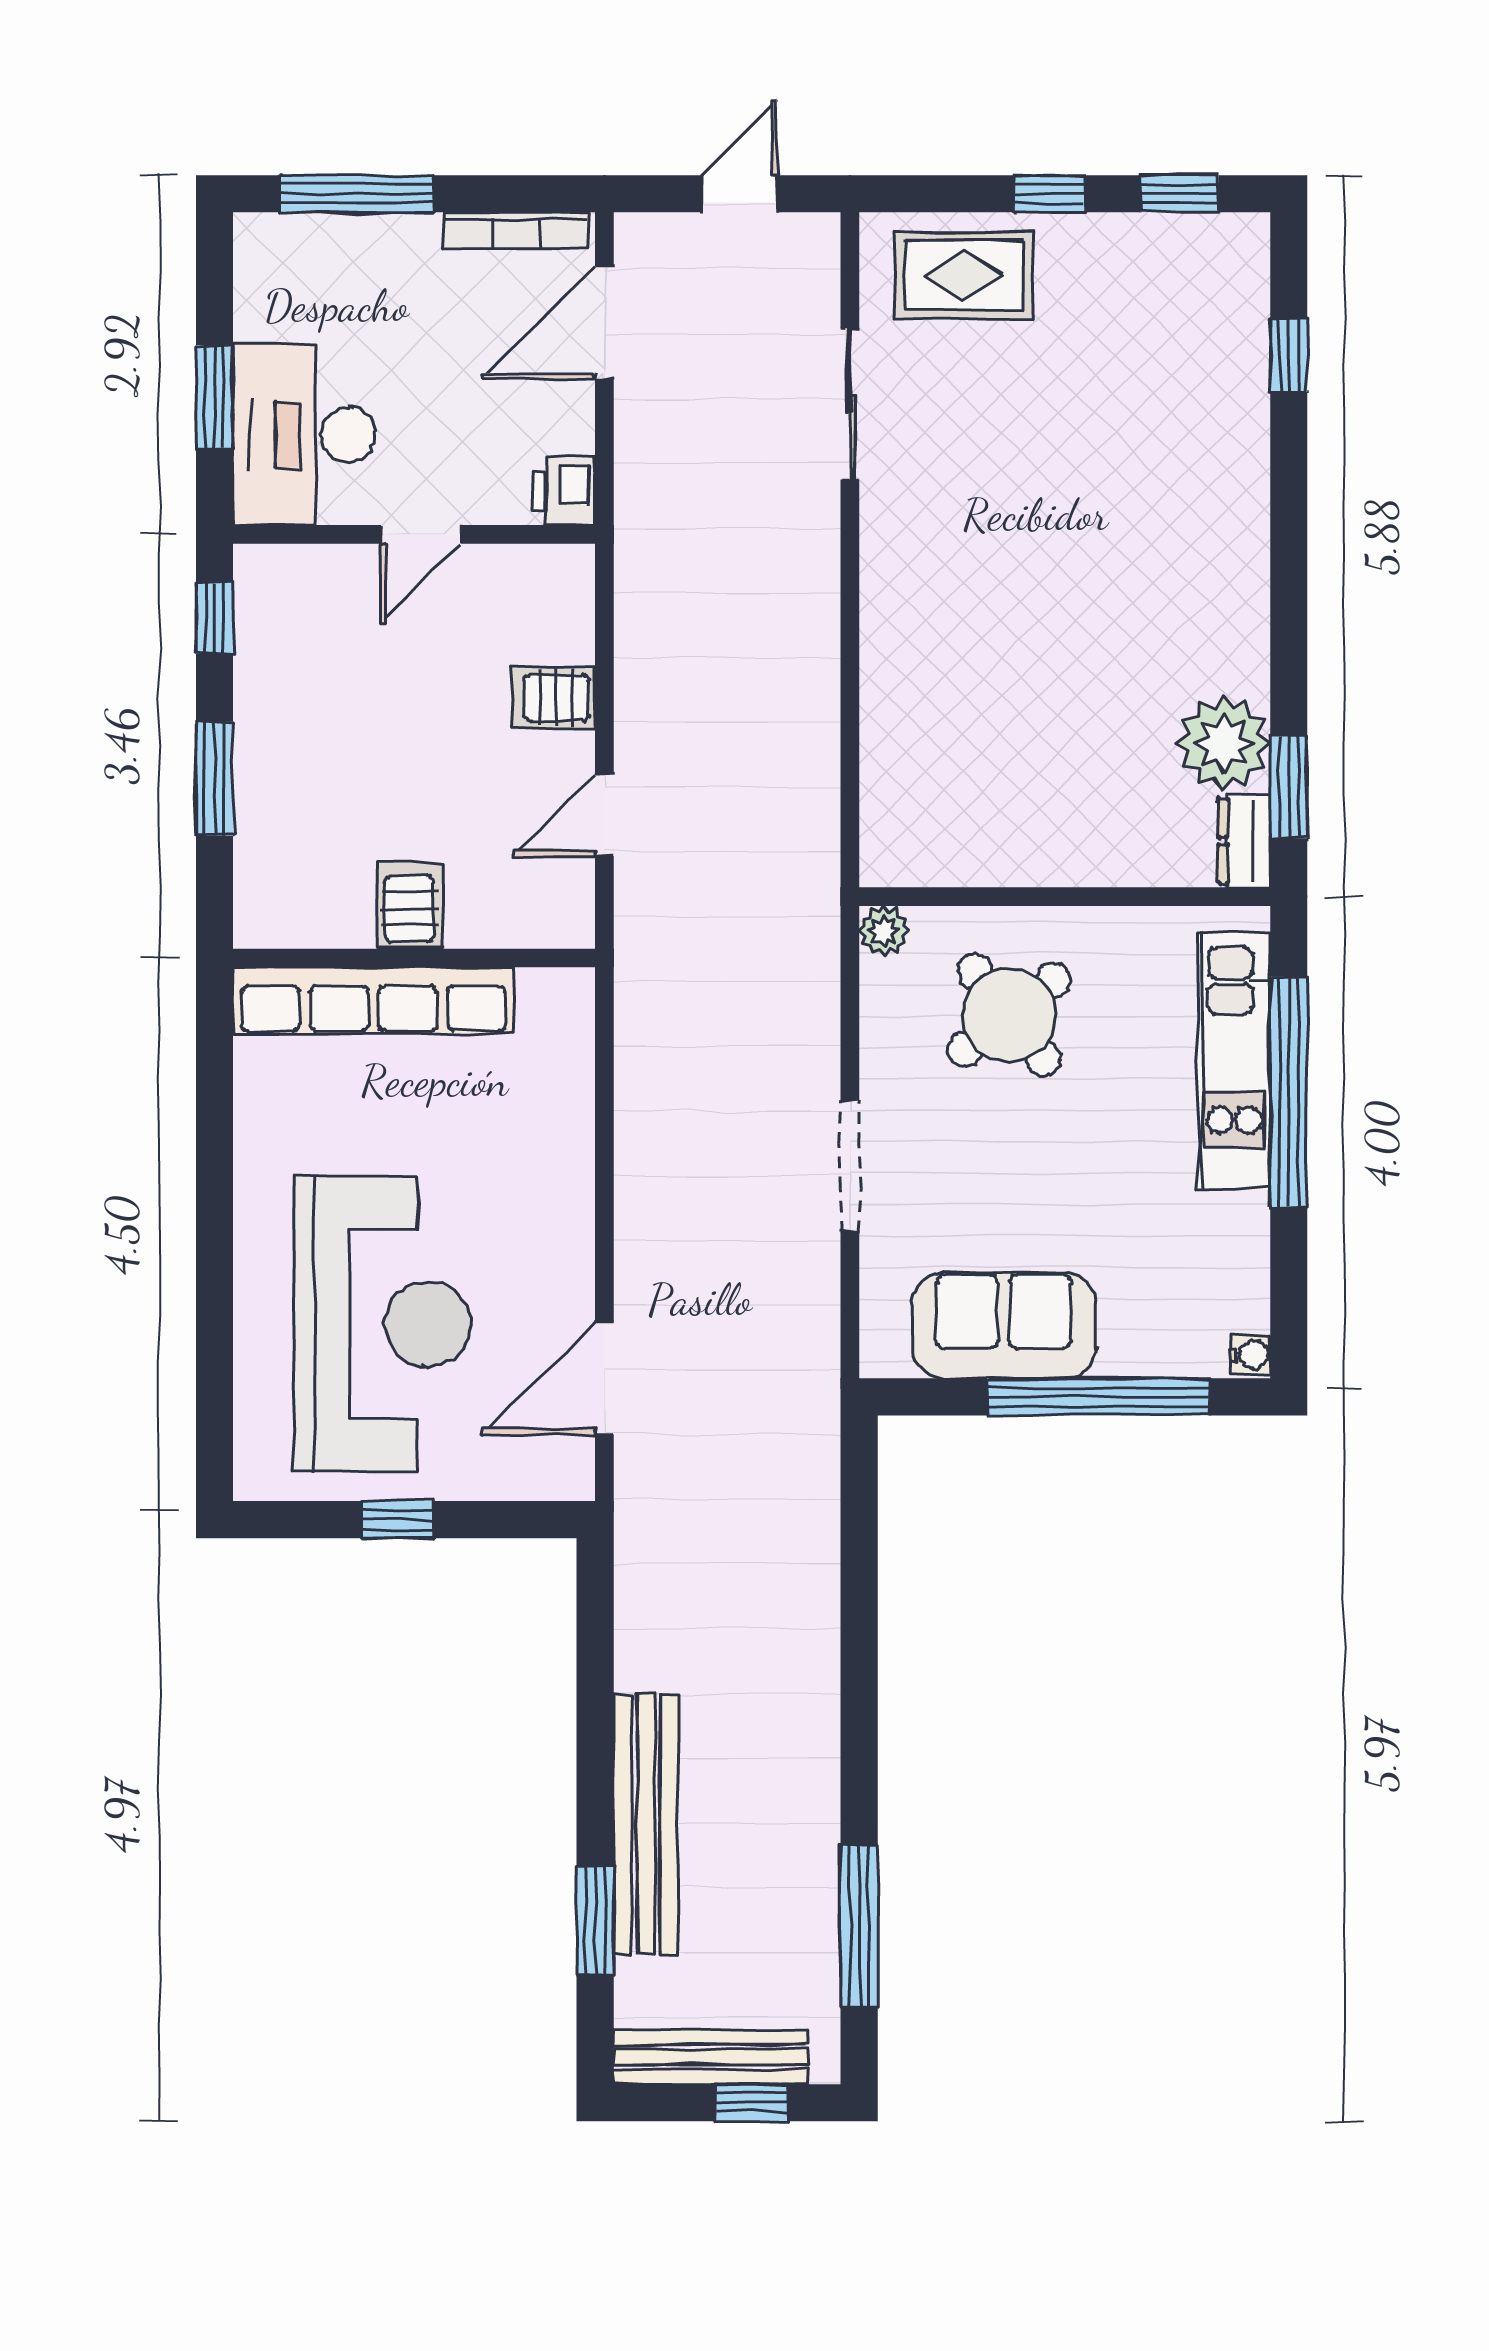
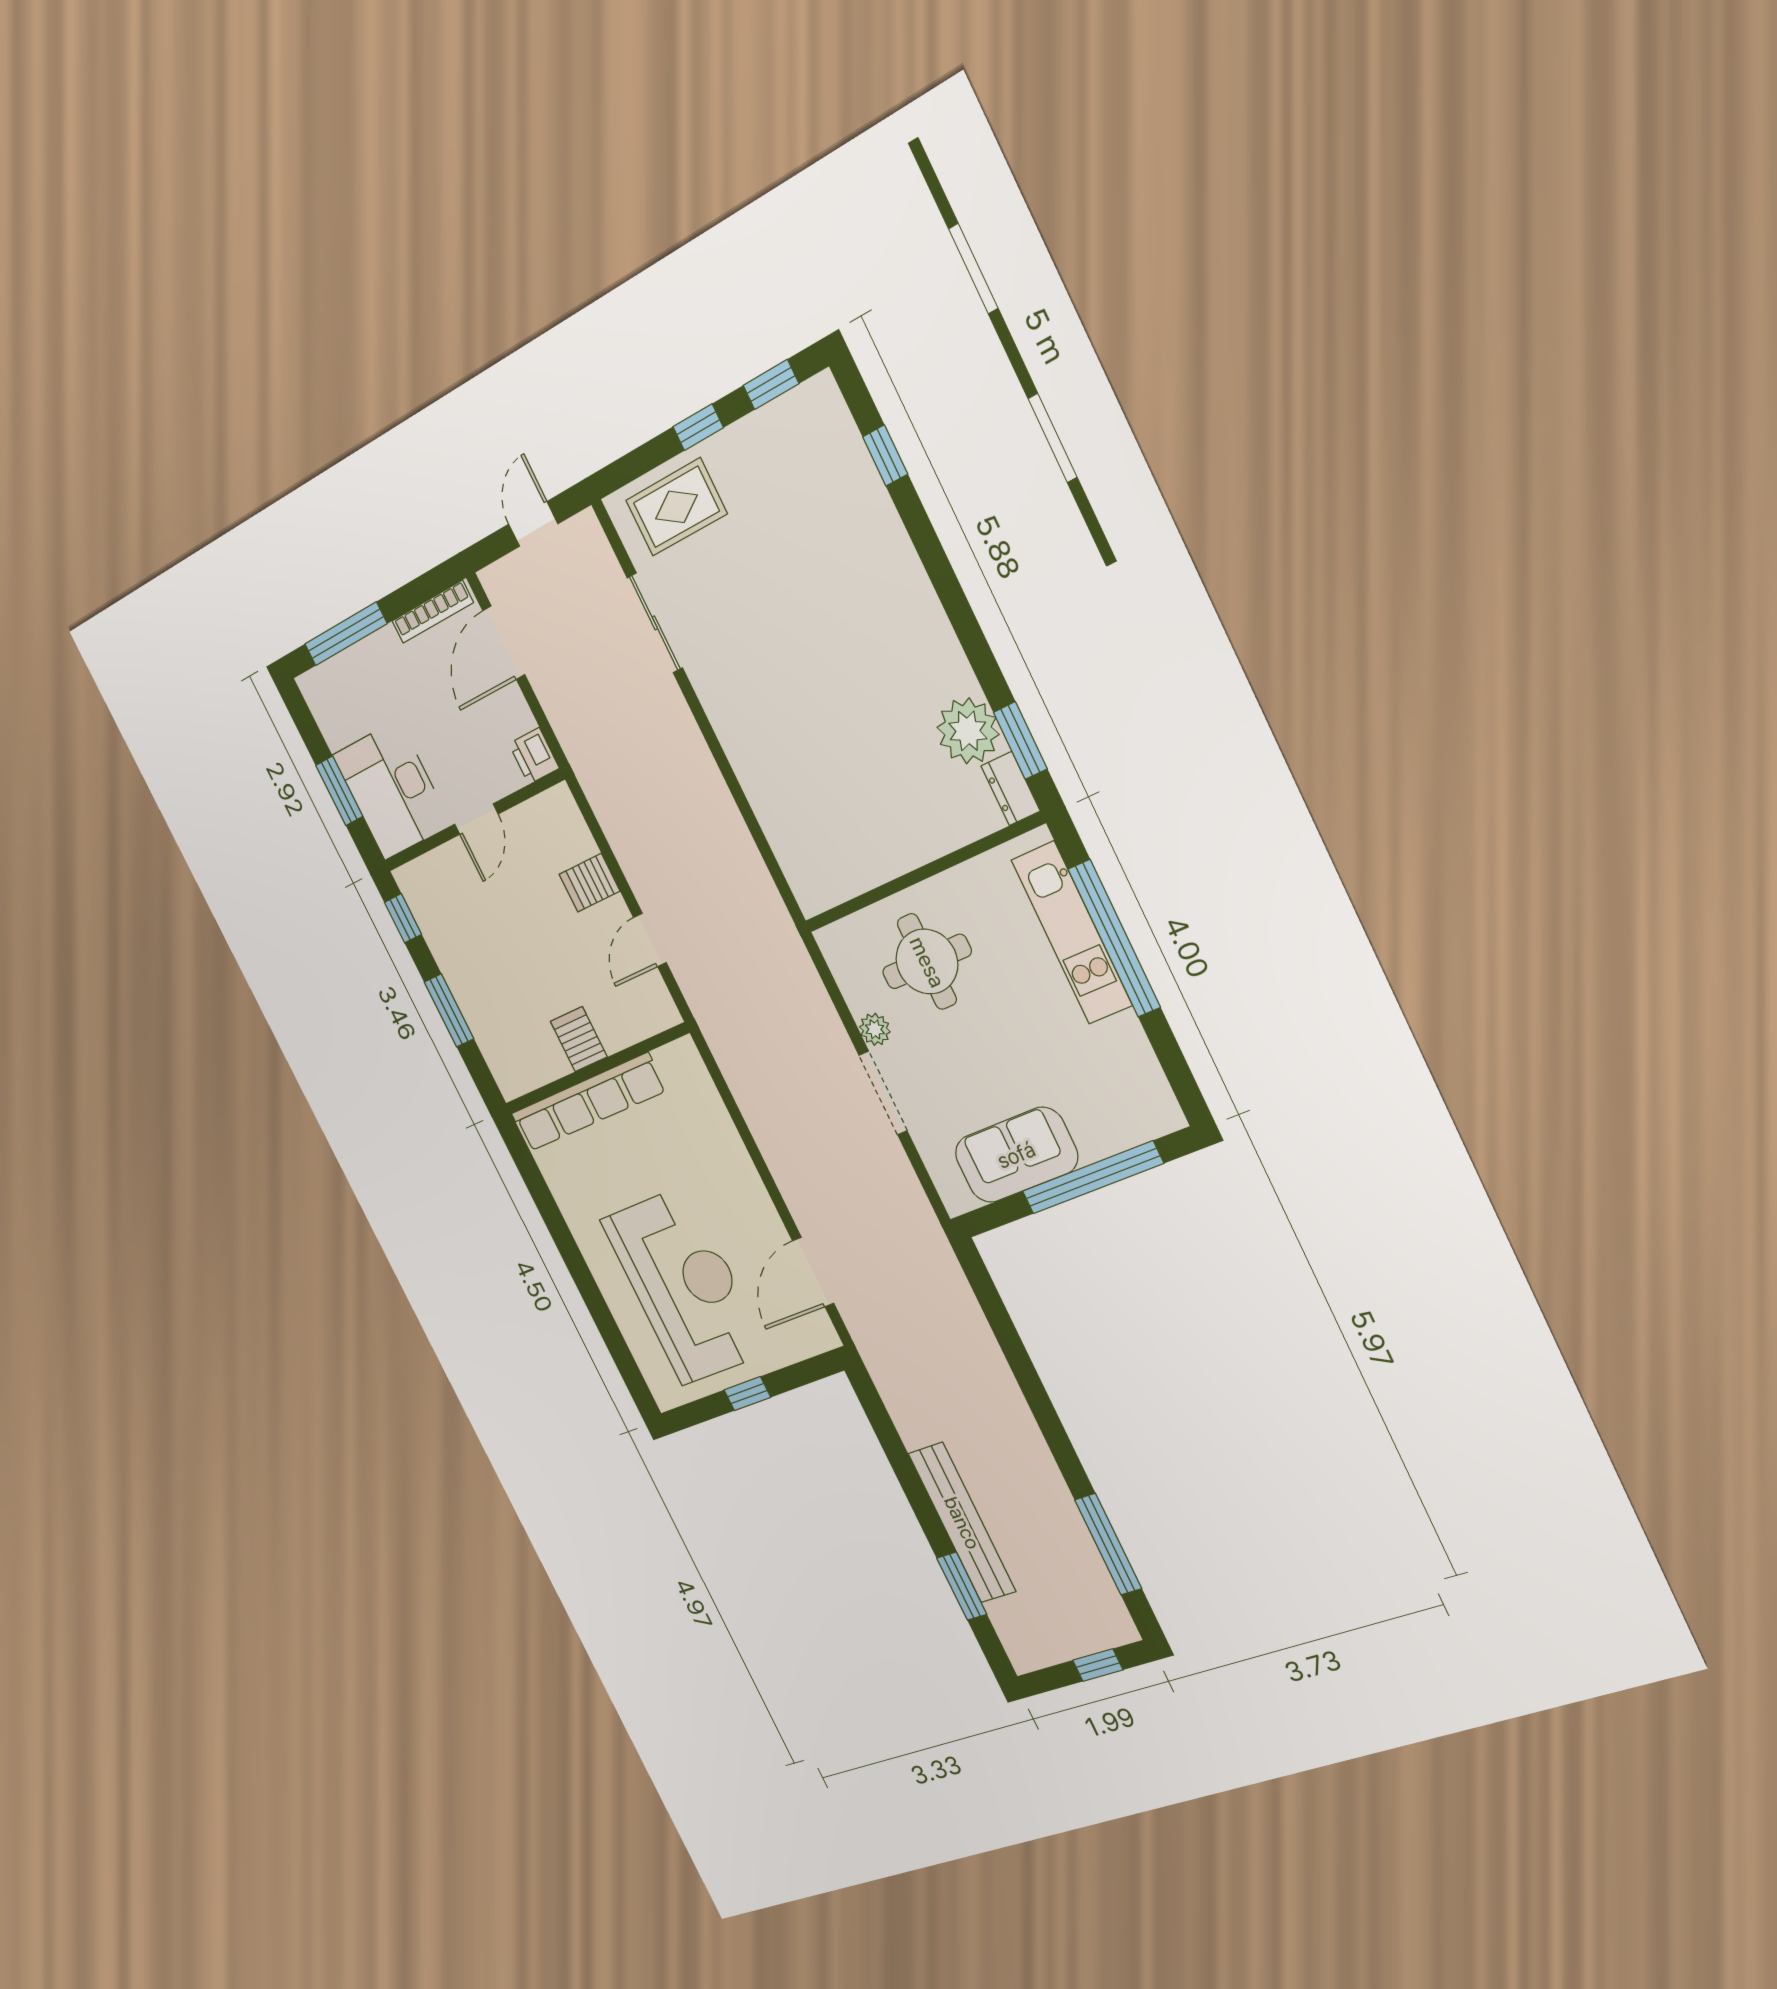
plant: (884, 931) -> (875, 1029), moved
round table: (1009, 1015) -> (927, 962), turned 38
water cooler: (1250, 1355) -> (1170, 1116), removed
bench: (711, 2057) -> (1063, 1645), removed

